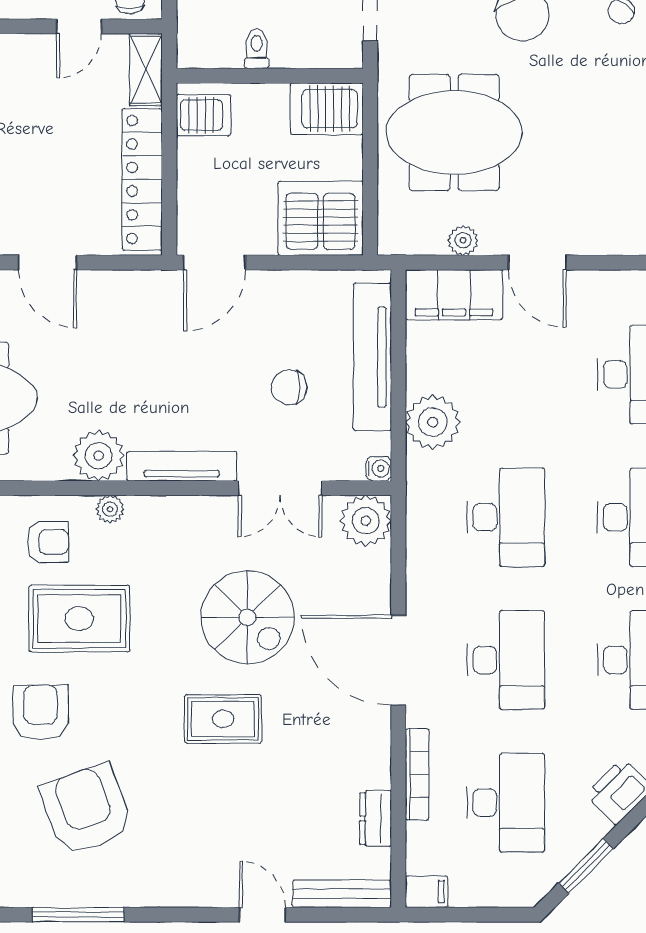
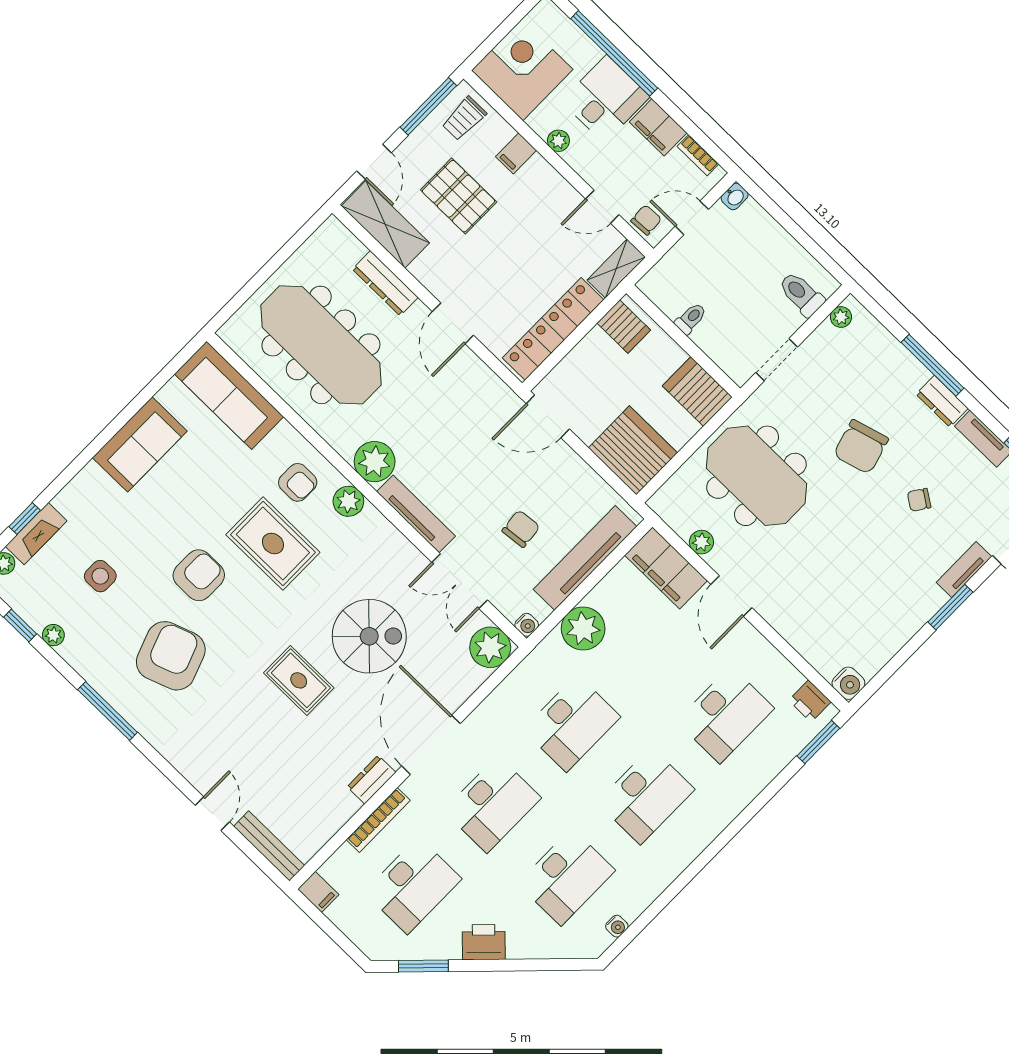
chair: (289, 387) -> (521, 529), turned 84
plant: (110, 509) -> (348, 501), width x1.38, depth x1.38
spiral stairs: (247, 617) -> (369, 636), turned -90
dresser: (375, 818) -> (371, 780), moved

